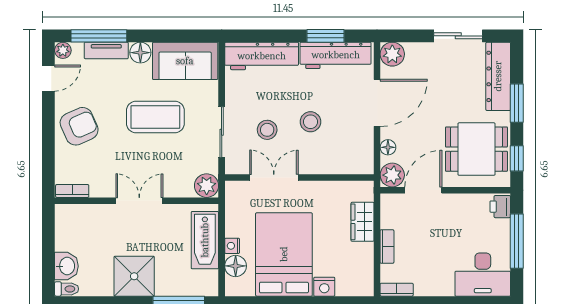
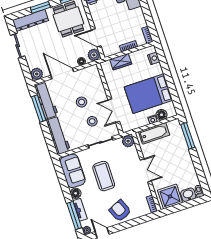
window: (325, 36) -> (39, 108), width x1.44
double door: (139, 201) -> (146, 170), swing flipped
shower: (134, 276) -> (170, 196), moved
nightstand: (324, 287) -> (154, 58), moved

